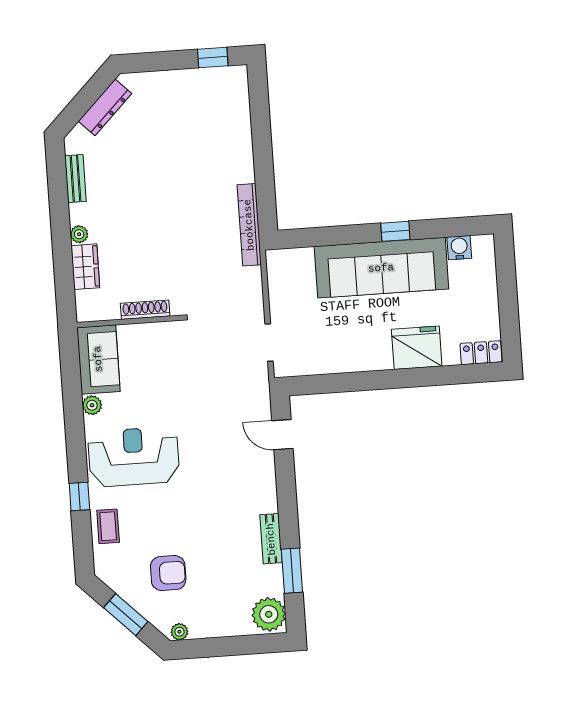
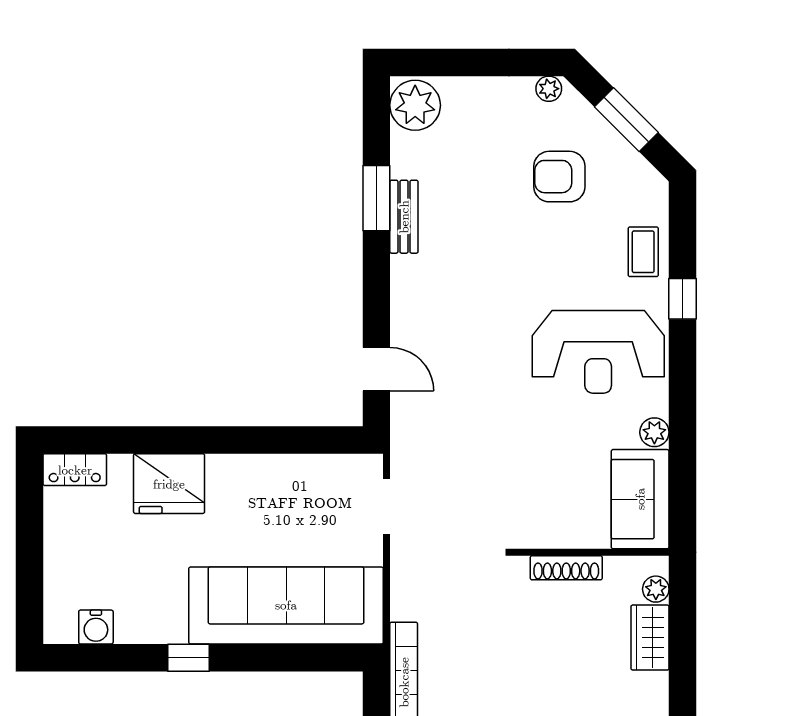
plant: (79, 234) -> (656, 589), moved
sofa: (381, 268) -> (286, 605), moved
window: (292, 571) -> (376, 198), moved

